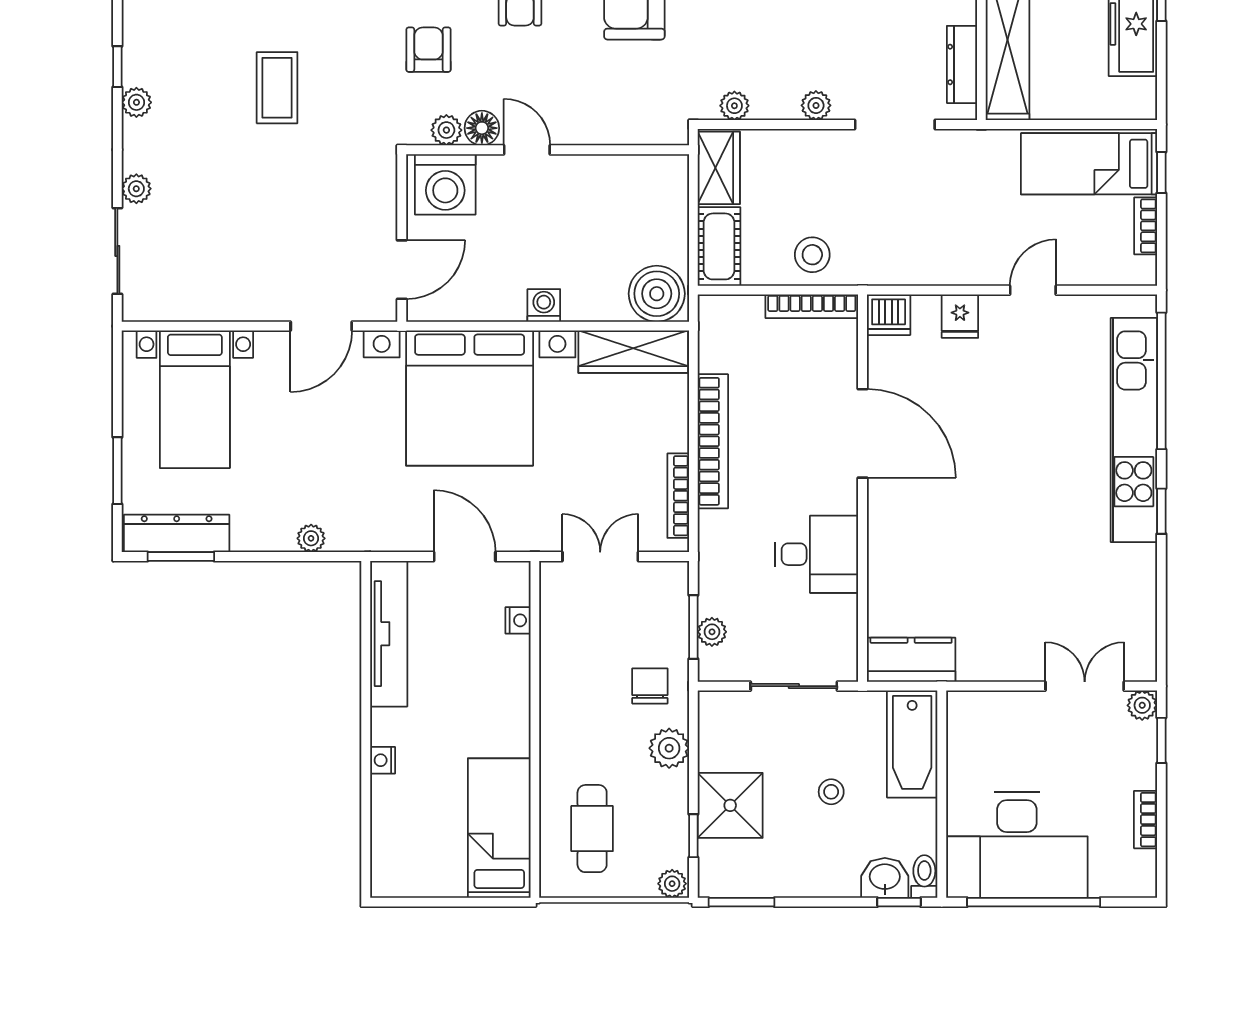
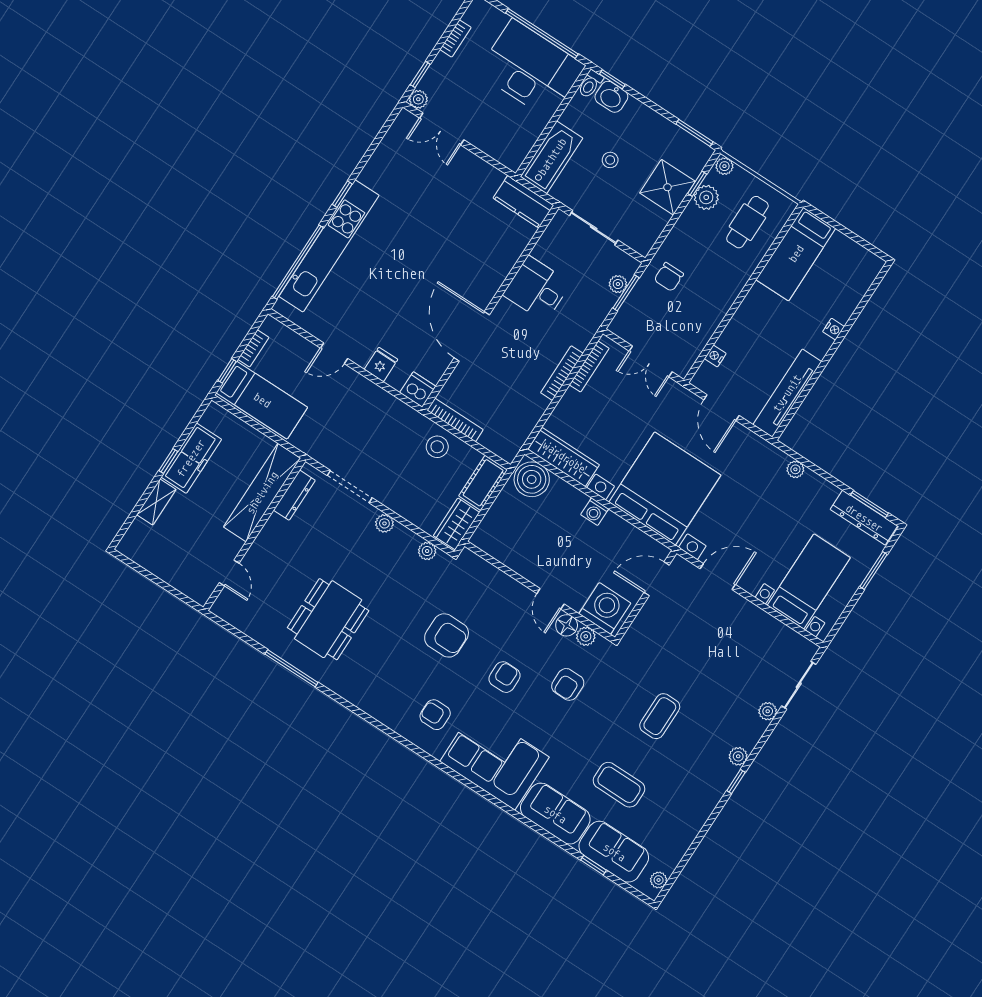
bookcase: (713, 441) -> (562, 373), width x0.68, depth x0.76
plant: (669, 748) -> (706, 197), moved

